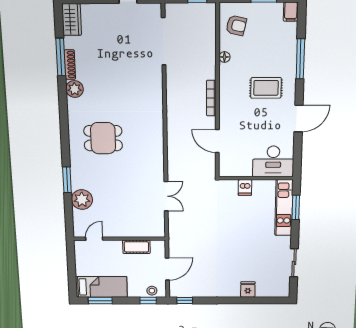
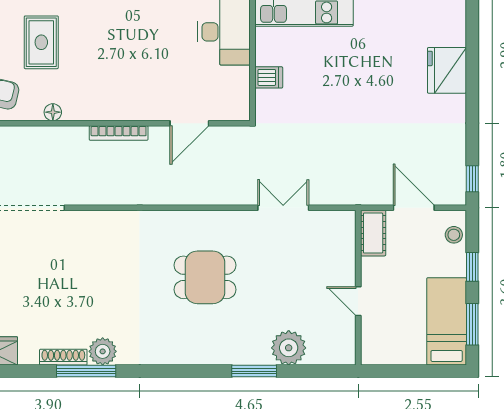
window: (61, 57) -> (86, 371), moved
rug: (266, 88) -> (41, 42), moved
dining table: (103, 138) -> (205, 277), moved, turned 90
door: (94, 239) -> (358, 301), moved
cot: (136, 247) -> (373, 233), moved
fridge: (248, 289) -> (447, 70), width x1.88, depth x1.34
window: (148, 300) -> (472, 267), moved

